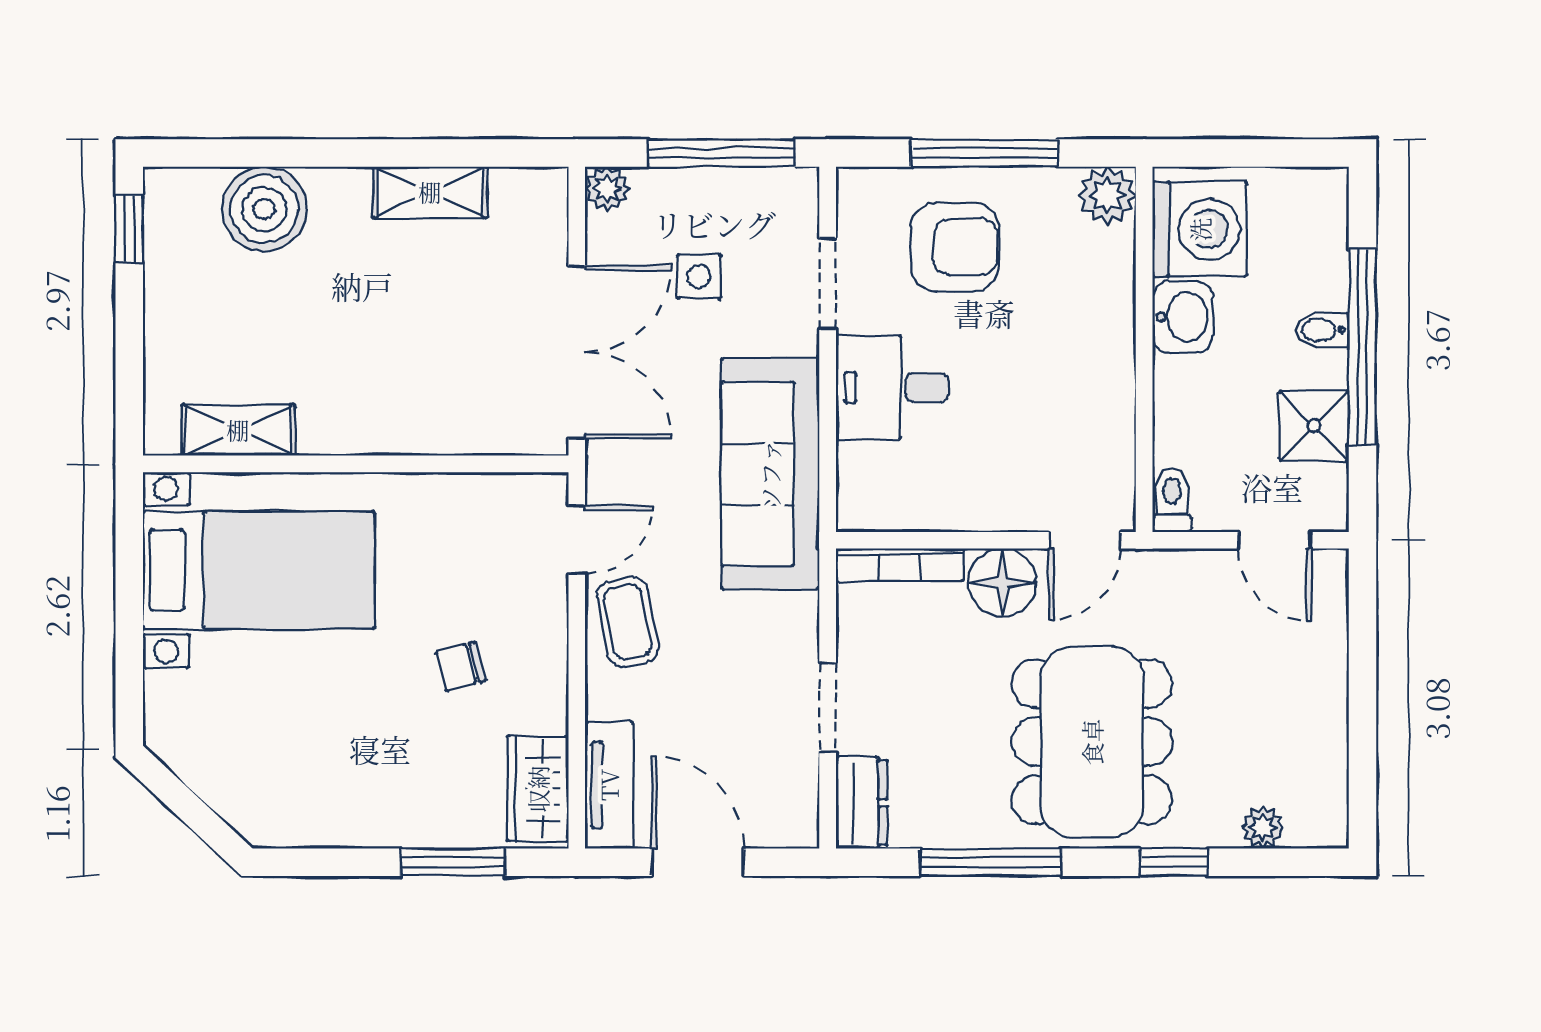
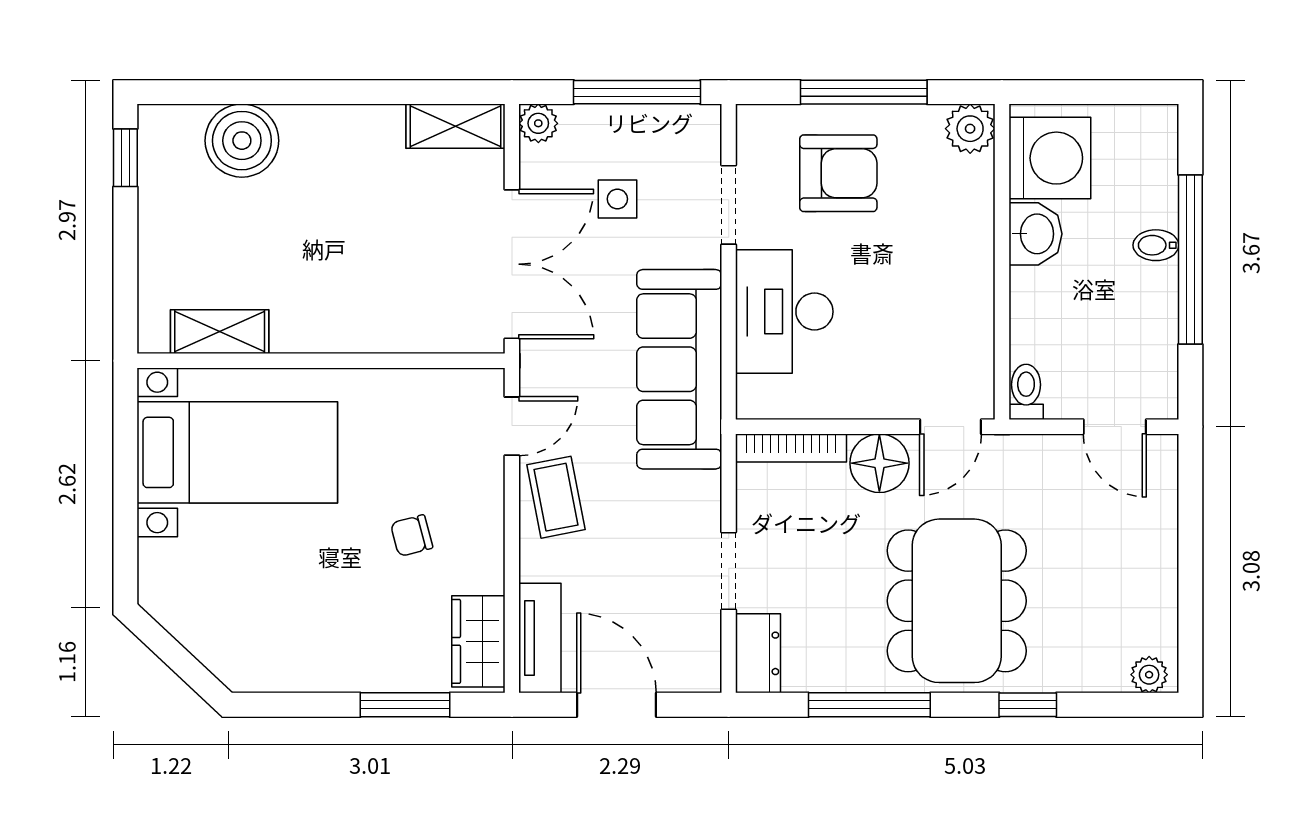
shelving: (430, 192) -> (455, 126), moved
desk: (892, 387) -> (784, 312), width x1.37
shower: (1314, 425) -> (1149, 328), removed
plant: (1263, 827) -> (1149, 675), moved

